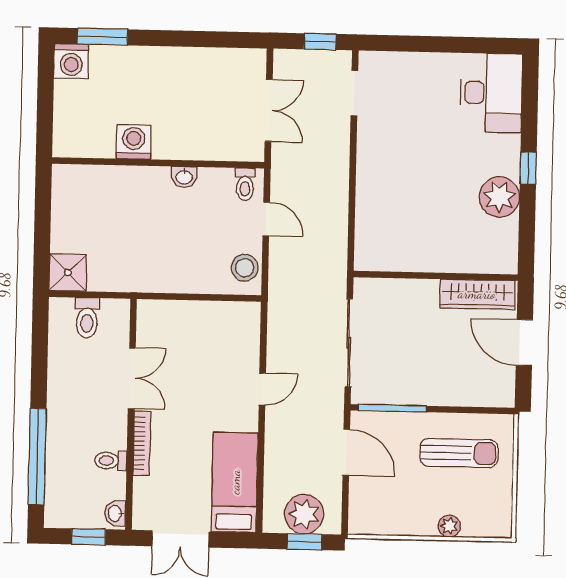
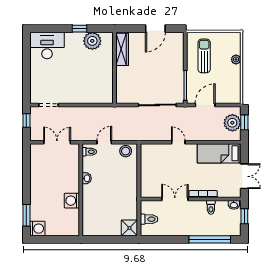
wall: (436, 276) -> (114, 68), moved
wardrobe: (477, 294) -> (122, 49), moved

